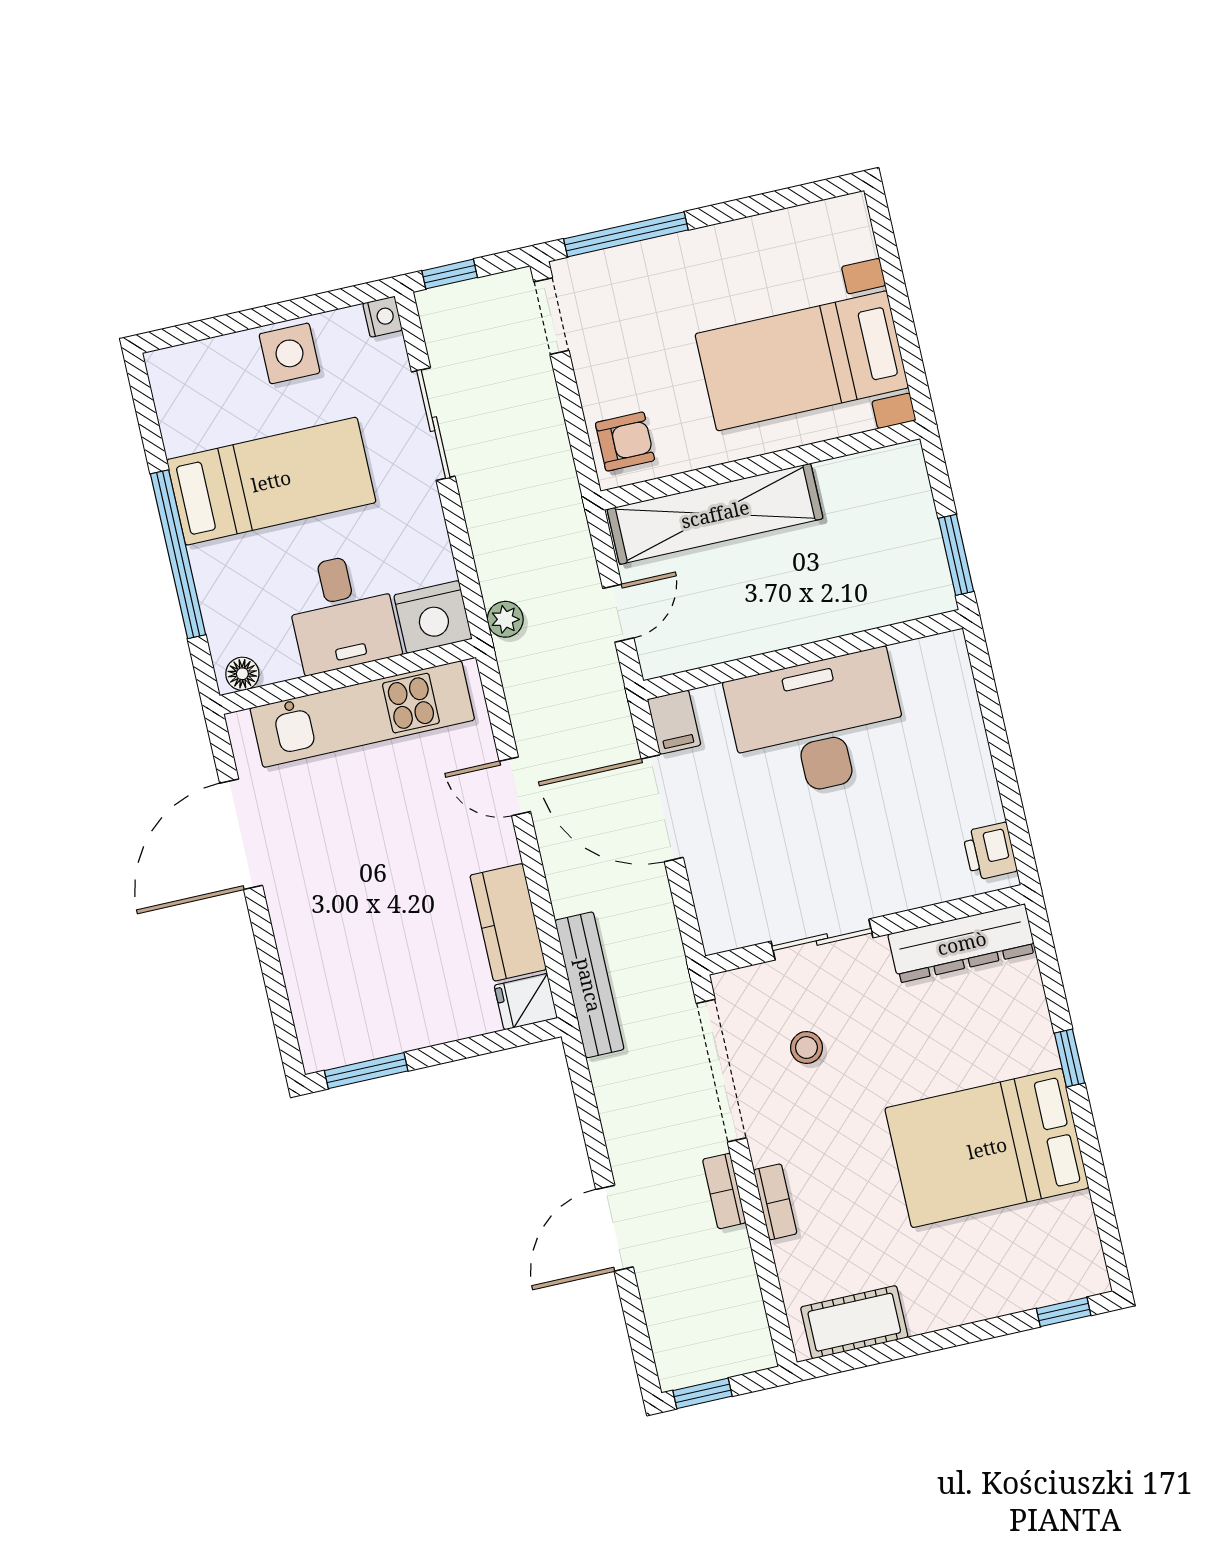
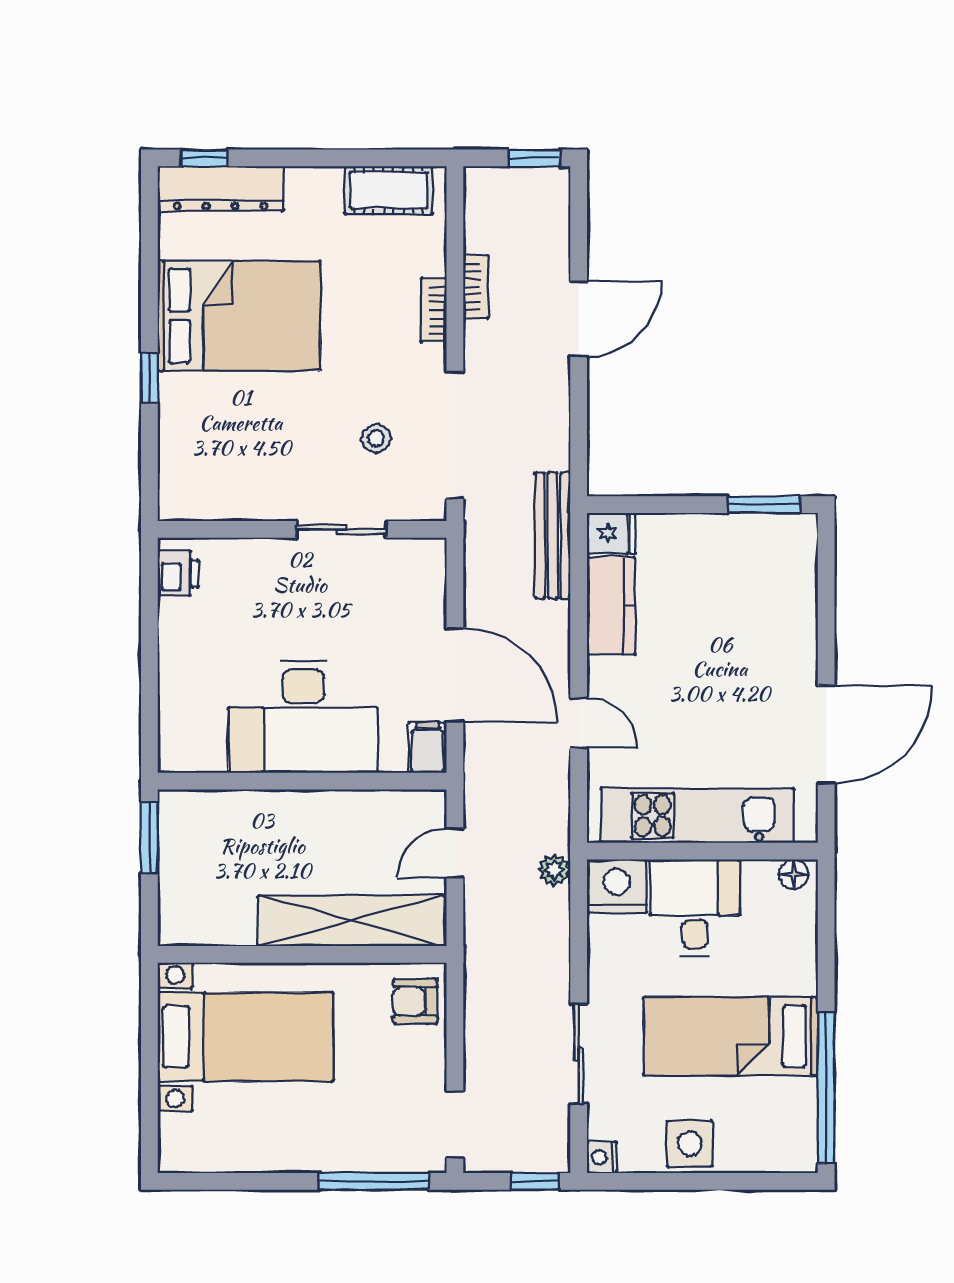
window: (178, 554) -> (826, 1088), moved
dresser: (962, 943) -> (221, 189), moved, turned 180
bookcase: (724, 1191) -> (476, 287), moved

